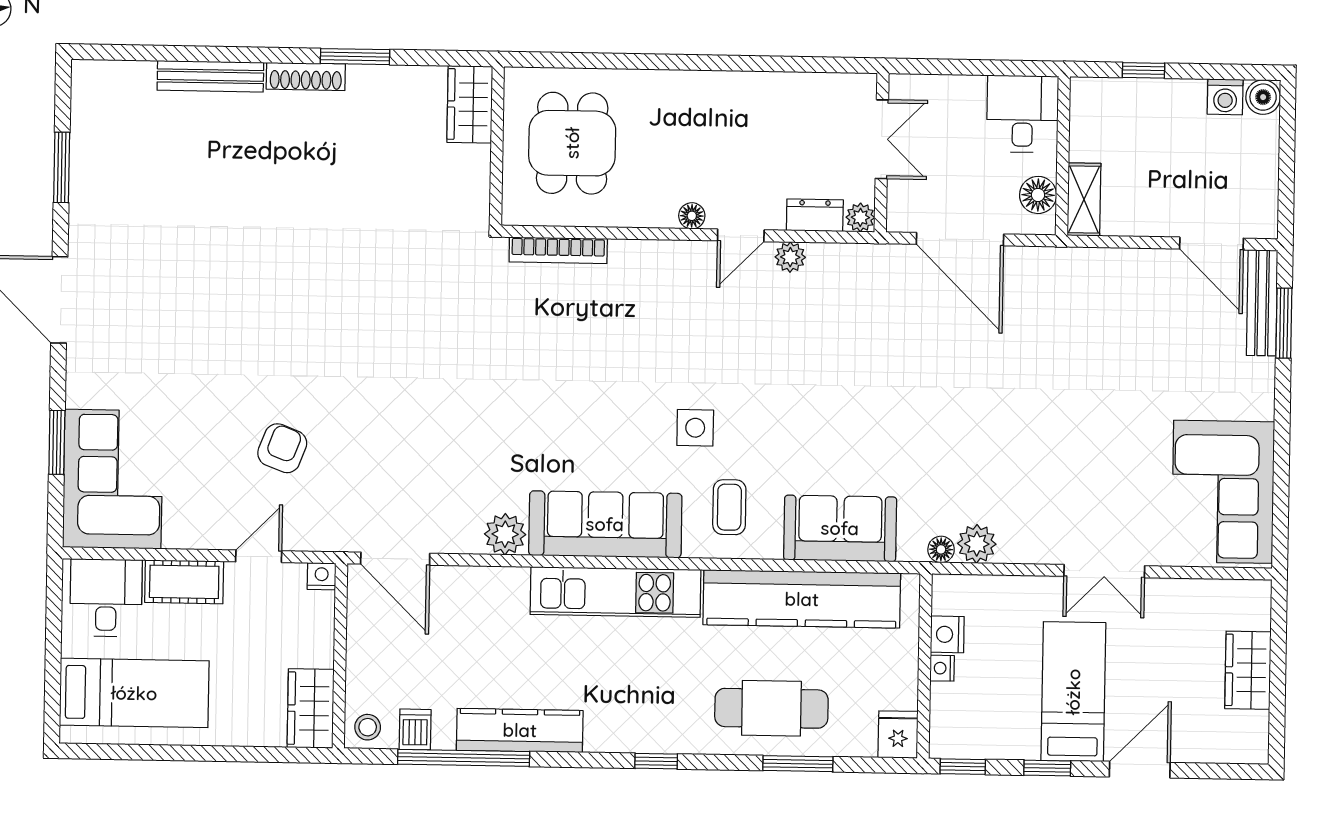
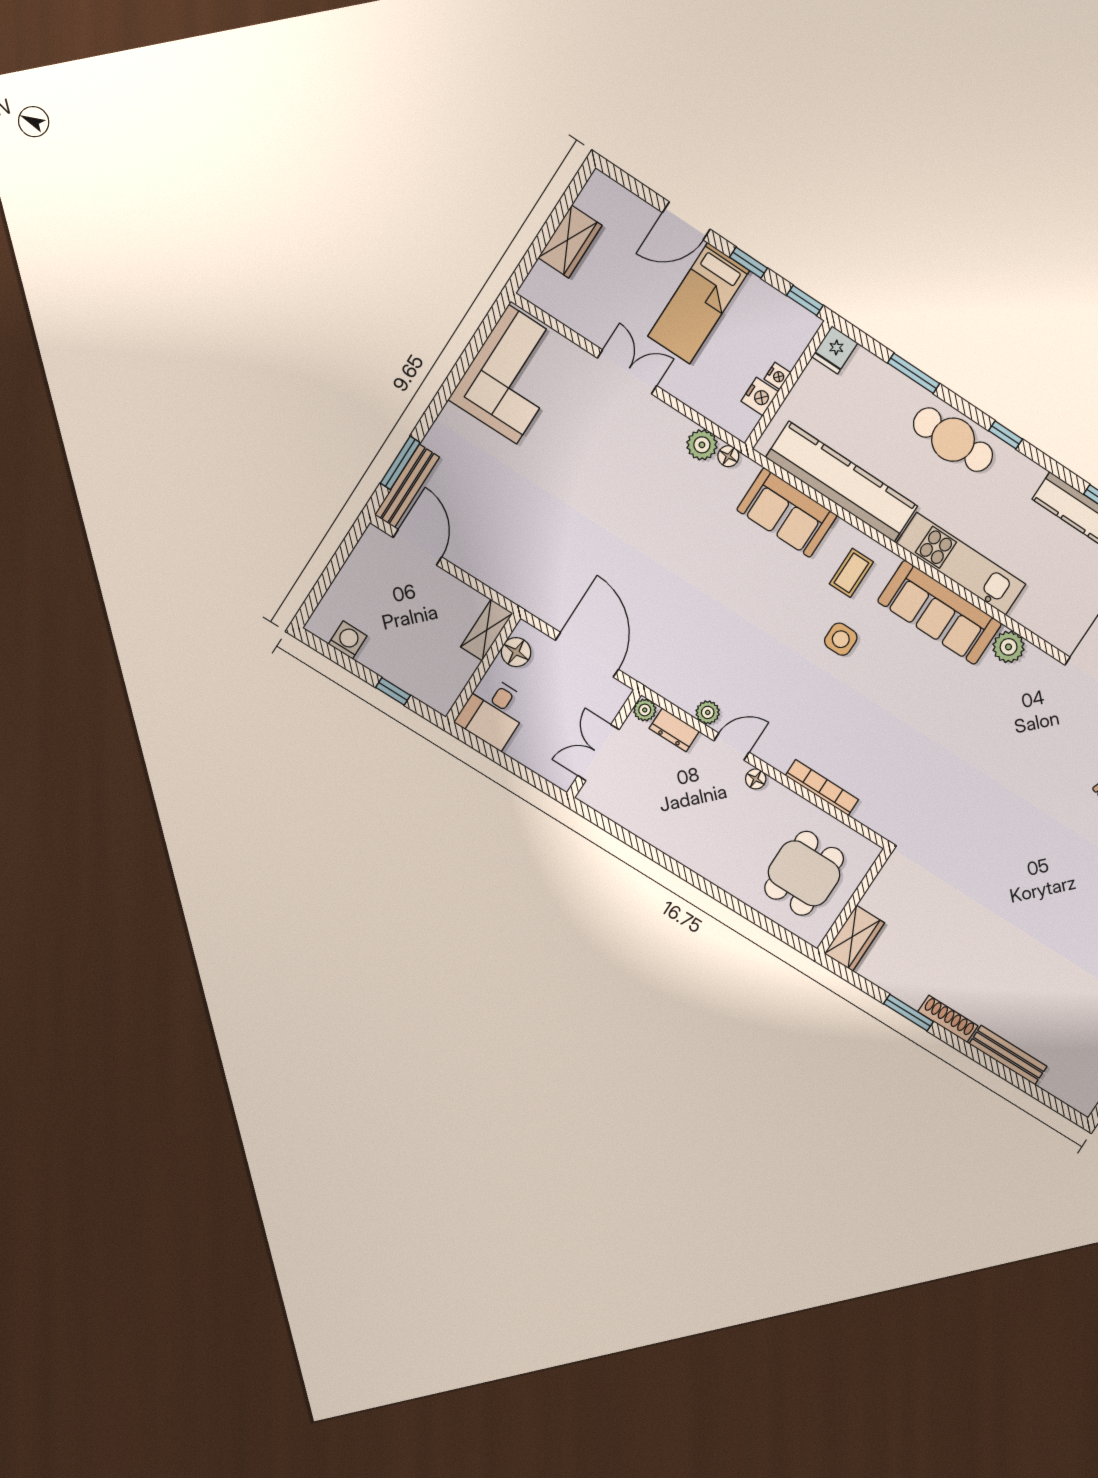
boiler: (1263, 97) -> (322, 624), removed
bookcase: (558, 250) -> (822, 788), moved
cafe table: (771, 708) -> (953, 440), moved

